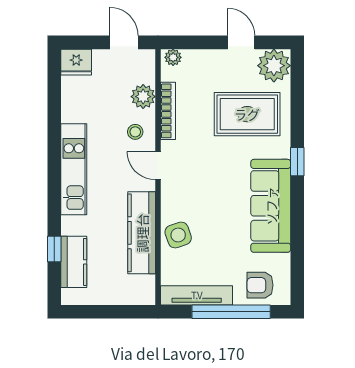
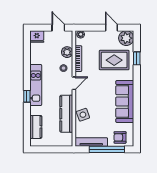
window: (297, 162) -> (137, 58), moved
door: (158, 166) -> (74, 83), swing flipped
window: (54, 249) -> (27, 96), moved

